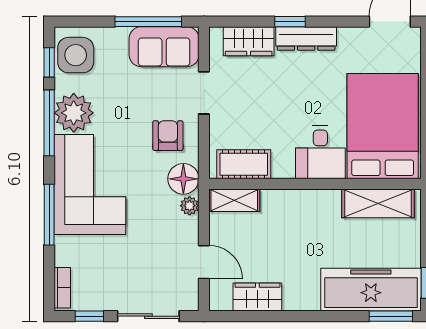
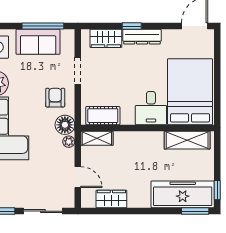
sofa: (164, 47) -> (38, 42), moved

